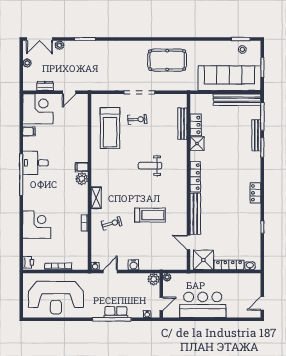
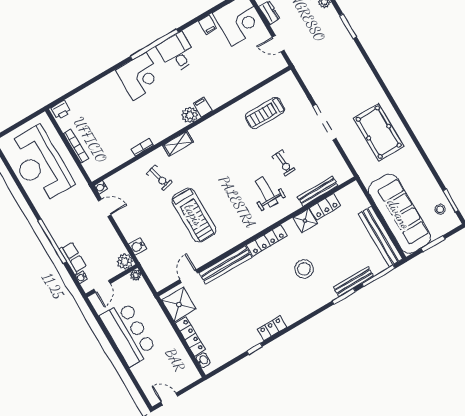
exercise bike: (137, 119) -> (284, 163), moved
treadmill: (110, 128) -> (265, 113), width x0.73, depth x0.73
stool: (229, 163) -> (304, 269), added
weight bench: (150, 166) -> (267, 192), moved
locker: (256, 193) -> (272, 328), moved
treadmill: (150, 215) -> (194, 215), width x1.37, depth x1.38
corner desk: (37, 225) -> (140, 76), moved
water cooler: (134, 265) -> (138, 246), moved
door: (161, 304) -> (102, 286), hinge flipped
row of seats: (116, 312) -> (73, 258), moved

